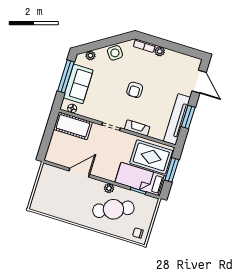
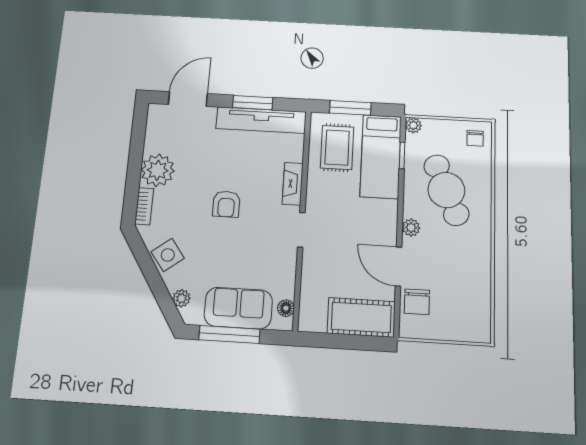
plant: (160, 51) -> (158, 170), width x1.88, depth x1.88
armchair: (135, 90) -> (226, 204), turned 90
cot: (73, 126) -> (361, 317), moved, turned 90
rug: (151, 157) -> (337, 148), width x0.73, depth x0.70
chair: (59, 177) -> (417, 302), added
plant: (109, 188) -> (411, 228), moved
plant: (153, 202) -> (413, 125), added

